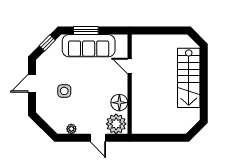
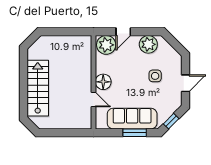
floor lamp: (119, 103) -> (103, 82), moved
plant: (71, 129) -> (148, 44), width x1.87, depth x1.87
door: (98, 138) -> (123, 32), swing flipped

